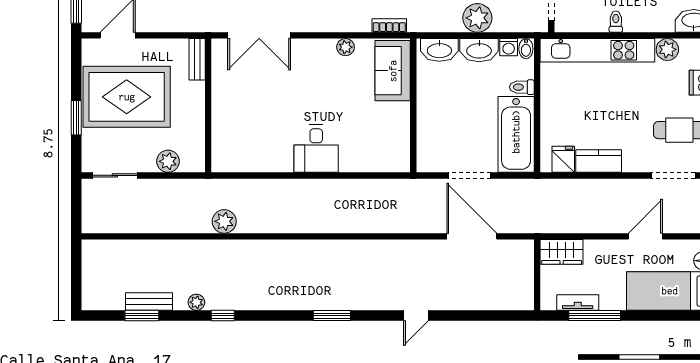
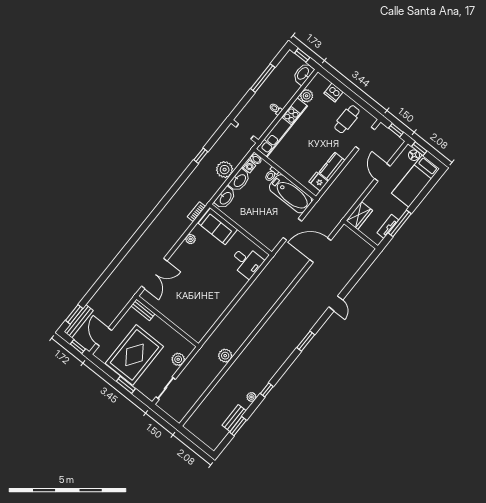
desk: (316, 149) -> (247, 262), moved

